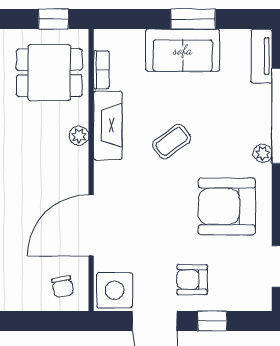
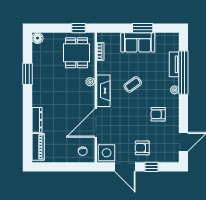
tv unit: (262, 56) -> (174, 64), moved
dining table: (49, 73) -> (77, 53), turned 90
fireplace: (108, 125) -> (103, 91), moved
armchair: (227, 206) -> (158, 114), width x0.53, depth x0.53

